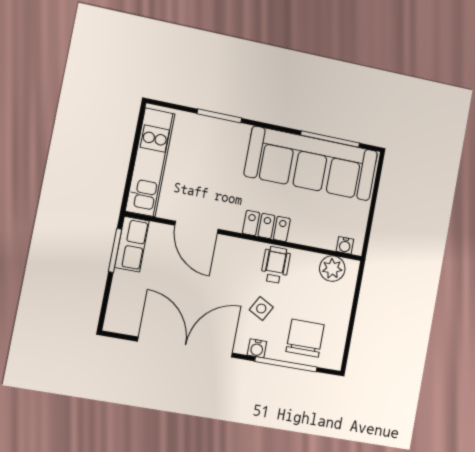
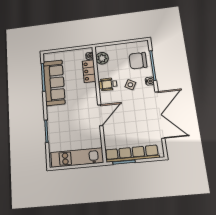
sofa: (311, 164) -> (54, 83), width x0.74, depth x0.79
locker: (266, 226) -> (89, 71), moved
door: (196, 227) -> (100, 115), moved
row of seats: (132, 244) -> (132, 154), width x2.02
double door: (185, 347) -> (160, 115), swing flipped

